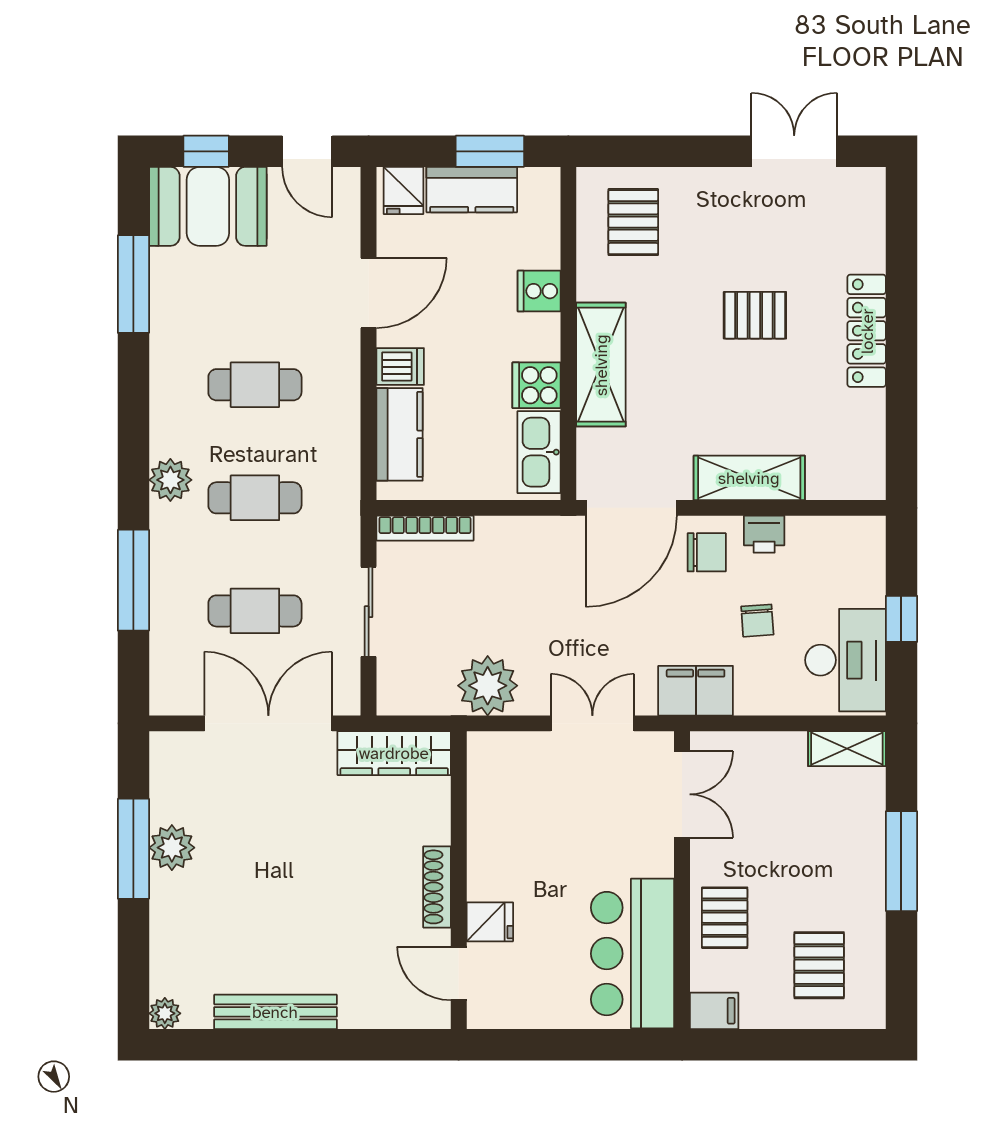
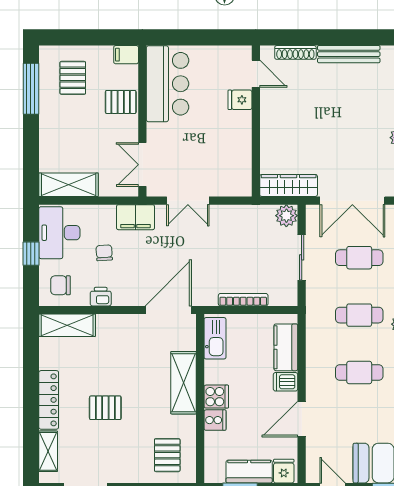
shelving: (868, 230) -> (48, 451), added
cooker: (537, 385) -> (216, 397), moved
shelving: (749, 478) -> (67, 325), moved
bookcase: (425, 528) -> (243, 300), moved
chair: (707, 552) -> (60, 285), moved
plant: (488, 686) -> (286, 216), moved, width x0.73, depth x0.73
shelving: (847, 749) -> (69, 185), width x1.50, depth x1.33
window: (901, 861) -> (31, 89), moved
shoe rack: (437, 887) -> (295, 52), moved, turned 90
pallet: (725, 918) -> (121, 102), turned 90

